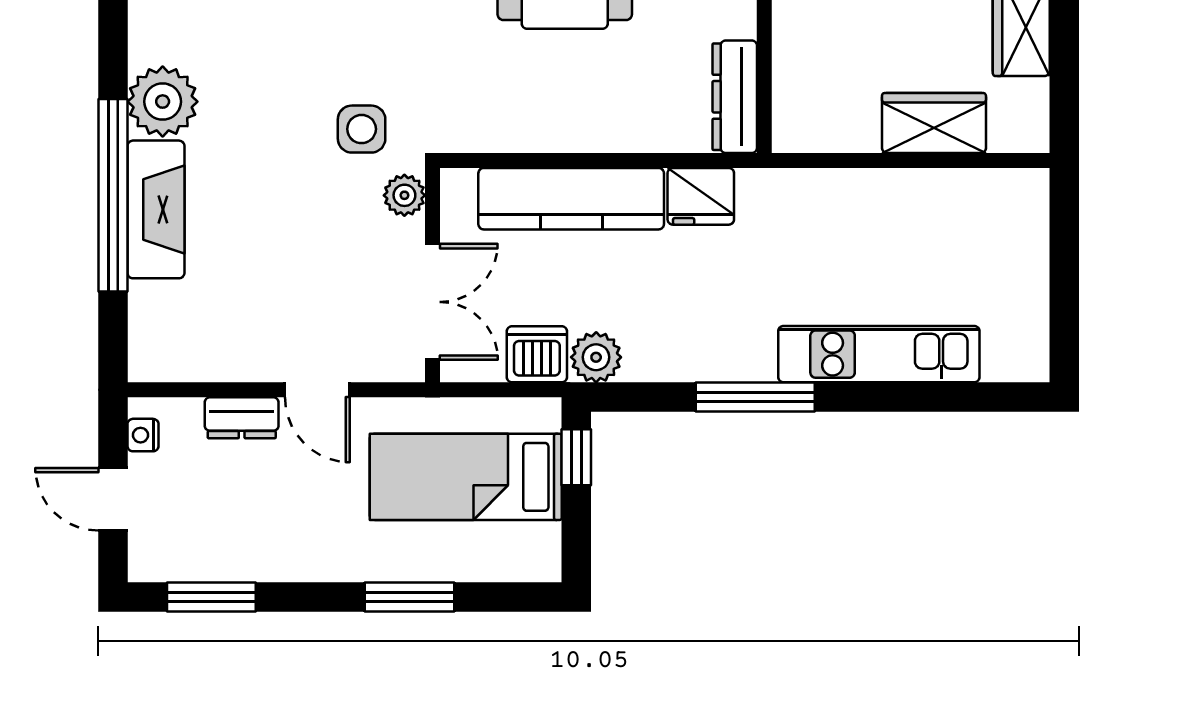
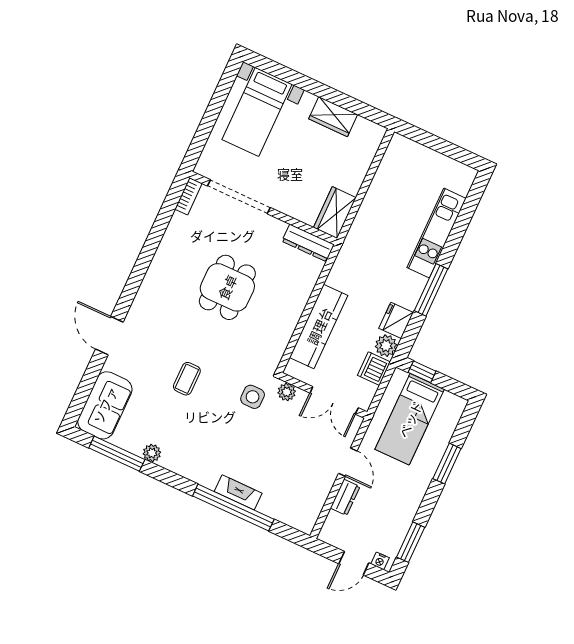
plant: (163, 102) -> (205, 471), removed
wardrobe: (934, 123) -> (335, 213), moved
fridge: (701, 196) -> (396, 320), moved, turned 180
fireplace: (156, 209) -> (238, 492), width x0.73, depth x0.76
double door: (432, 302) -> (334, 400), swing flipped
door: (317, 390) -> (348, 462), hinge flipped
nightstand: (143, 435) -> (380, 561), moved

